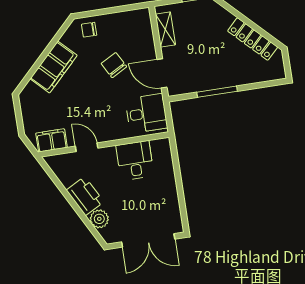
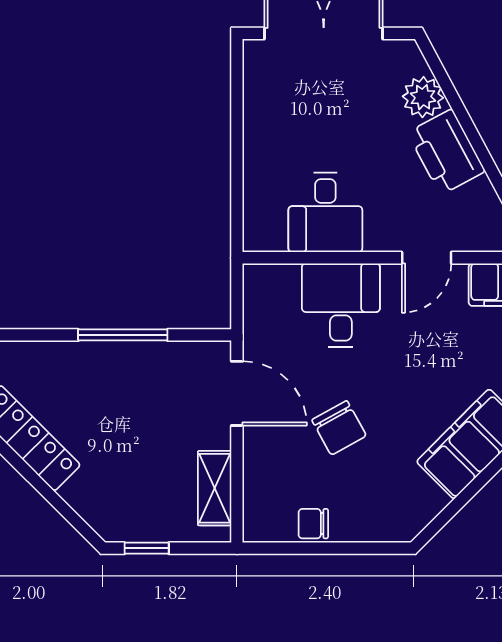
chair: (89, 30) -> (313, 524), moved, turned 180
desk: (146, 113) -> (341, 305), moved, turned 90
door: (87, 147) -> (427, 258), hinge flipped

